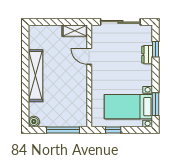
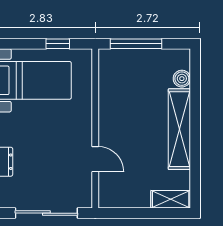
shelving: (75, 31) -> (171, 199), moved
boiler: (34, 121) -> (182, 79), moved

